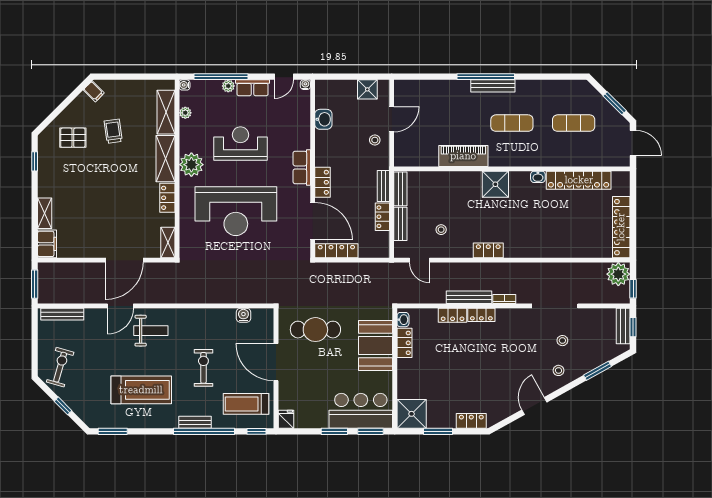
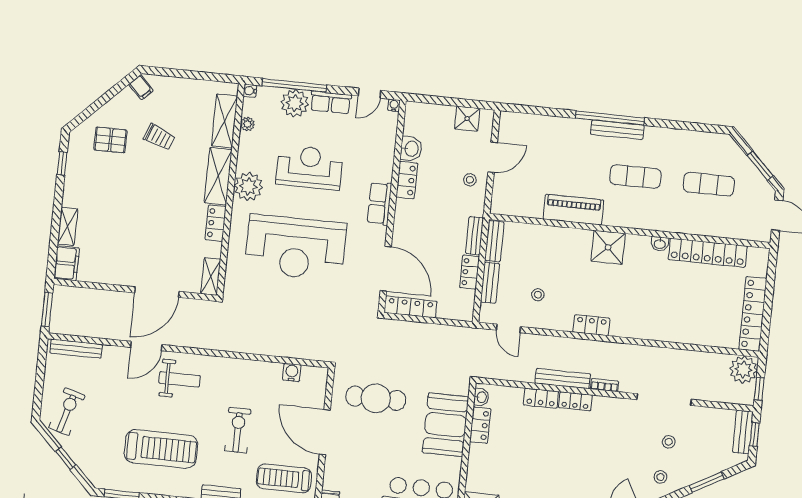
plant: (228, 86) -> (295, 103), width x1.87, depth x1.87
trolley: (113, 131) -> (159, 137), turned 119
locker: (322, 182) -> (407, 180), moved

